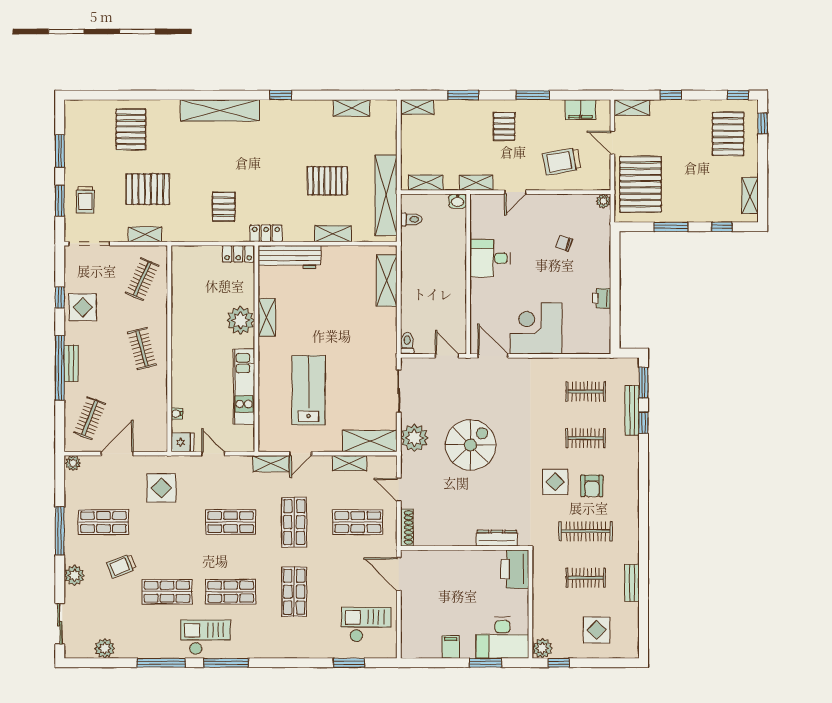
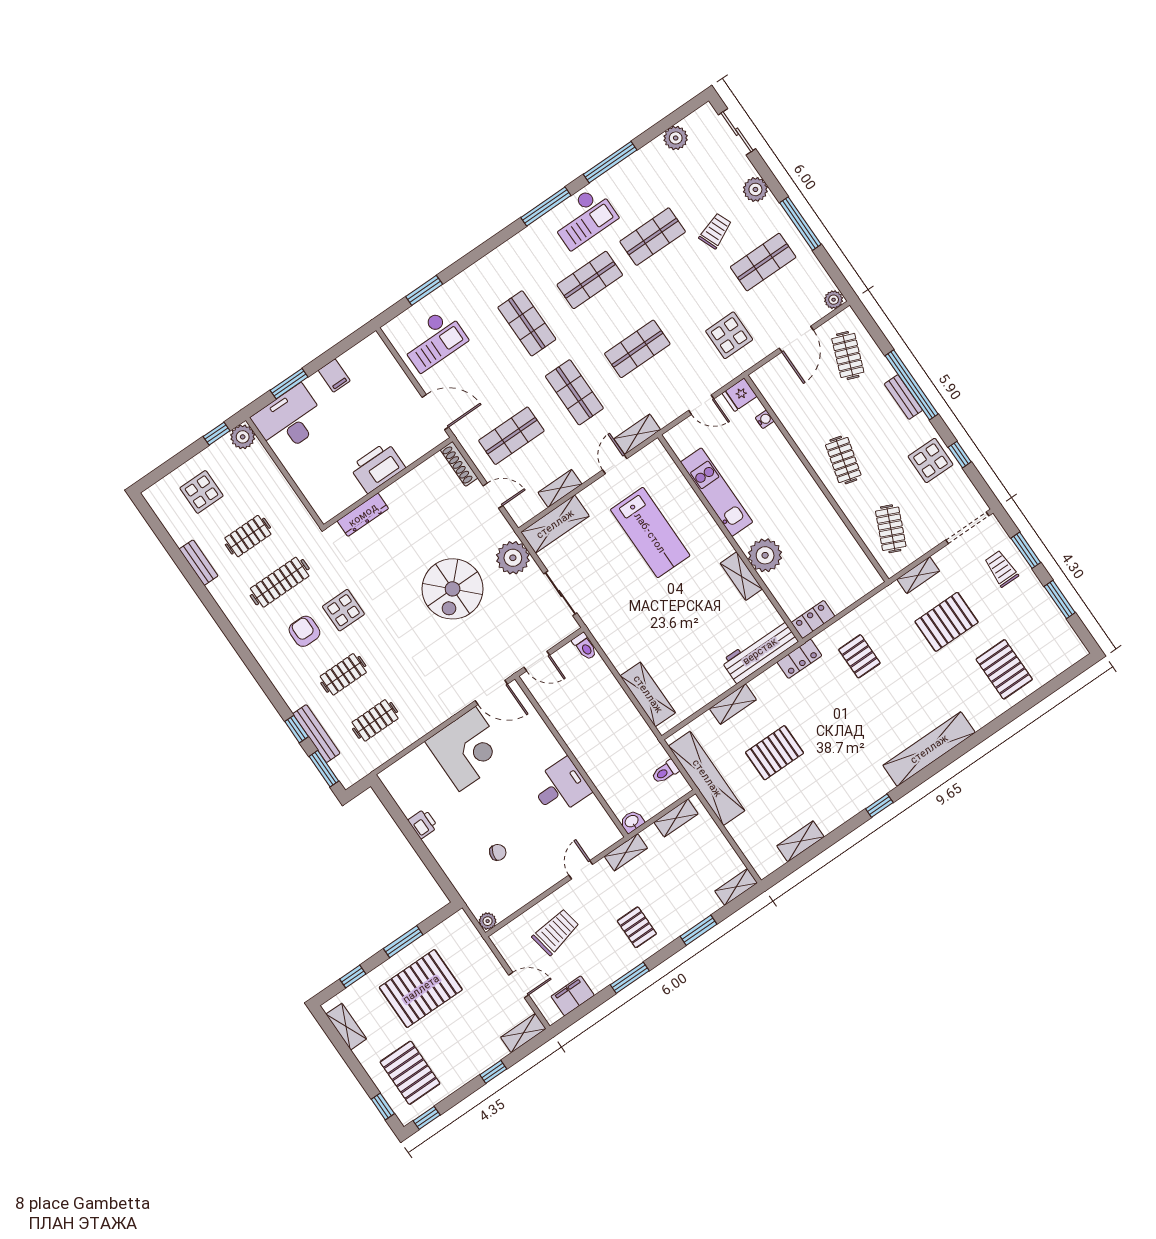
pallet: (640, 184) -> (421, 989), moved, turned 90
clothes rail: (142, 349) -> (843, 460), turned 30
printer: (515, 569) -> (378, 467), moved, turned -90

